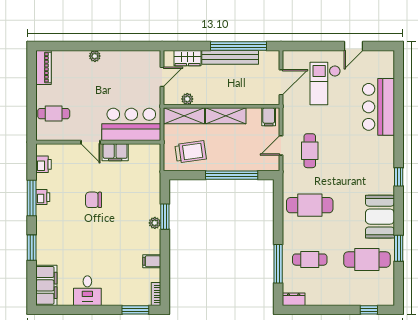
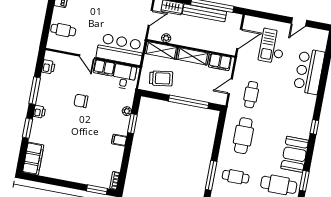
filing cabinet: (269, 117) -> (220, 62), width x2.00
printer: (43, 197) -> (39, 112), moved
cafe table: (310, 205) -> (243, 136), turned 90
plant: (155, 223) -> (127, 111), moved
filing cabinet: (152, 261) -> (119, 140), moved
desk: (87, 291) -> (124, 77), moved, turned 180

